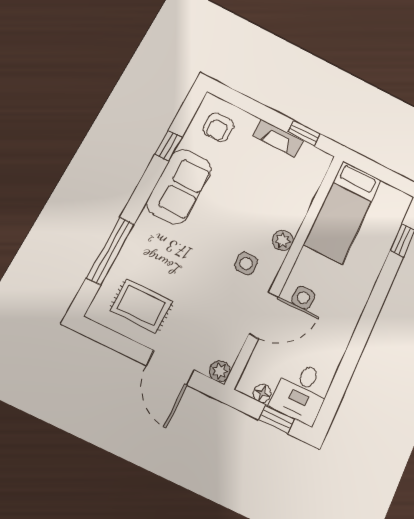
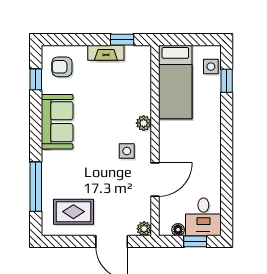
armchair: (218, 127) -> (62, 67), turned 90
window: (168, 146) -> (36, 79), moved
side table: (303, 298) -> (211, 67), moved

